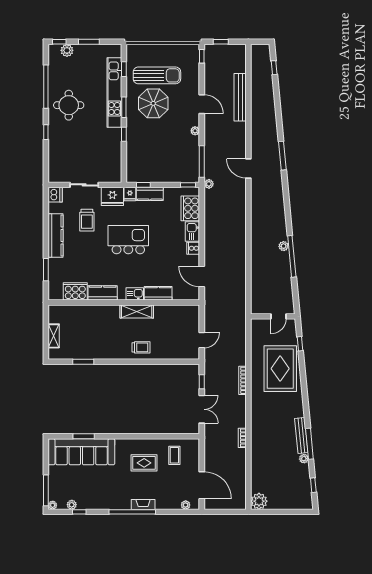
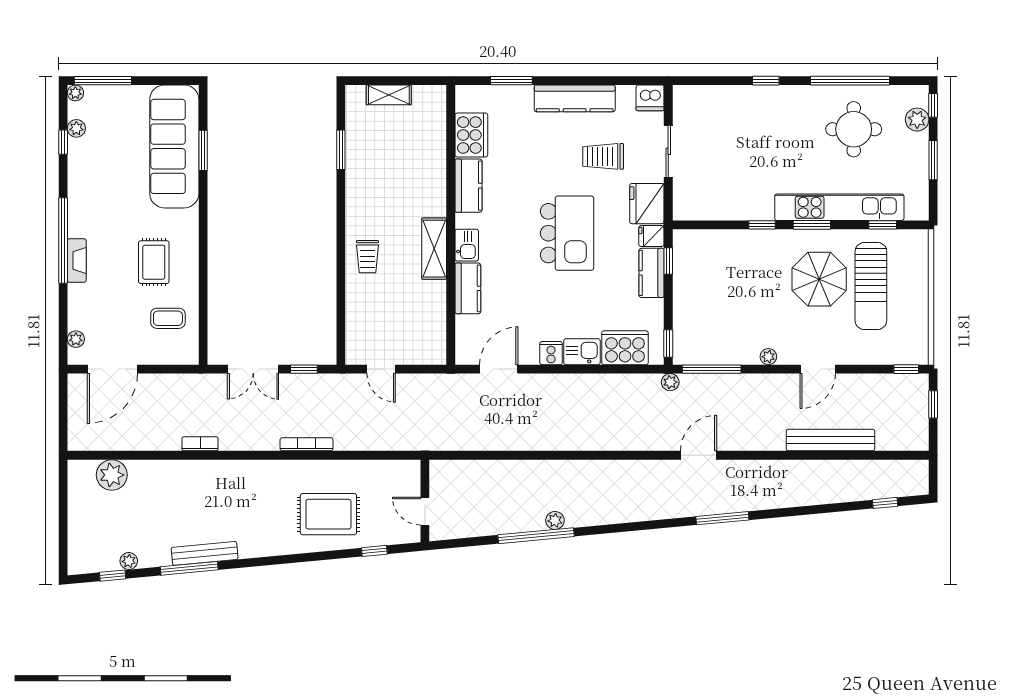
round table: (69, 105) -> (854, 129), moved
rug: (280, 369) -> (328, 514), width x0.73, depth x0.69
plant: (304, 459) -> (129, 561), moved
plant: (259, 501) -> (112, 475), moved

